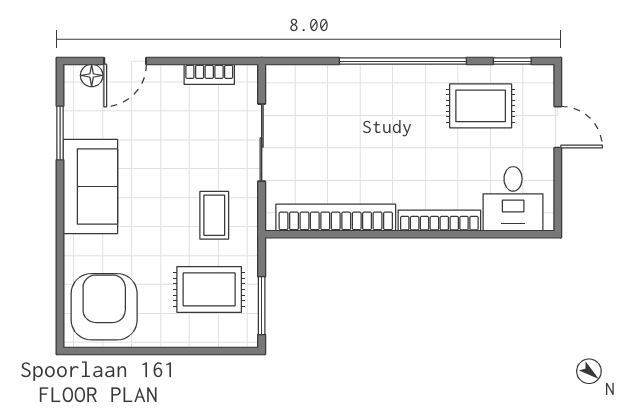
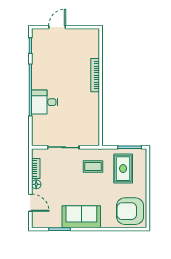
floor lamp: (92, 75) -> (36, 184), moved
rug: (481, 106) -> (49, 58), removed
desk: (513, 199) -> (45, 102), moved, turned 180
bookcase: (336, 218) -> (94, 117), removed

